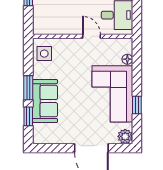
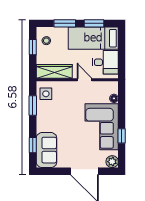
wardrobe: (54, 26) -> (54, 71), added
window: (28, 88) -> (33, 105), moved
sofa: (45, 101) -> (47, 150), moved

